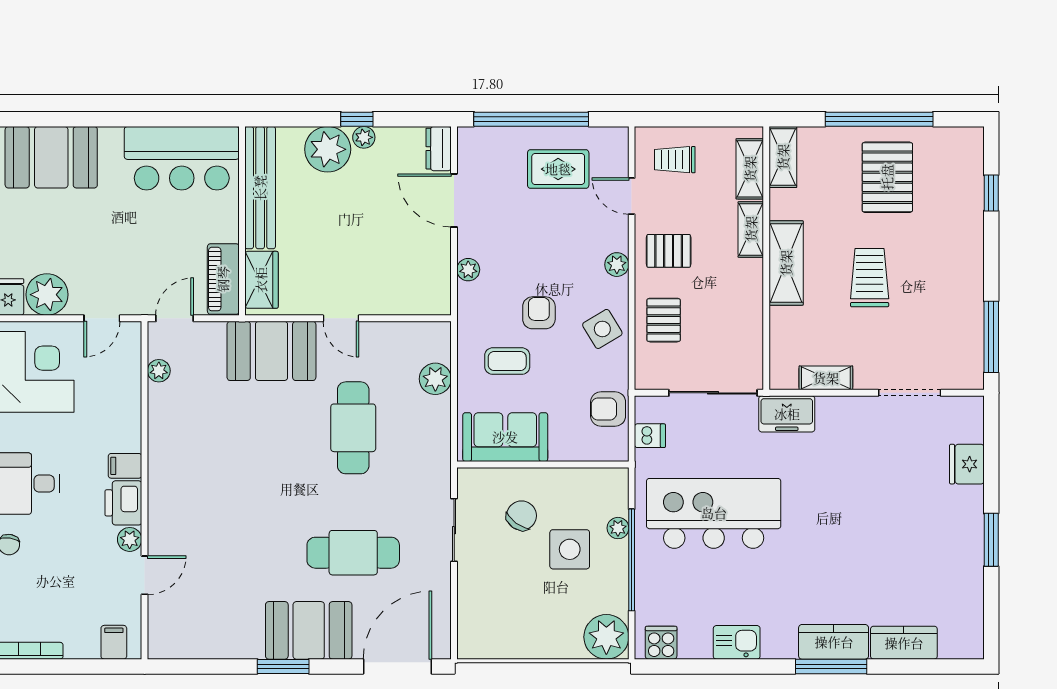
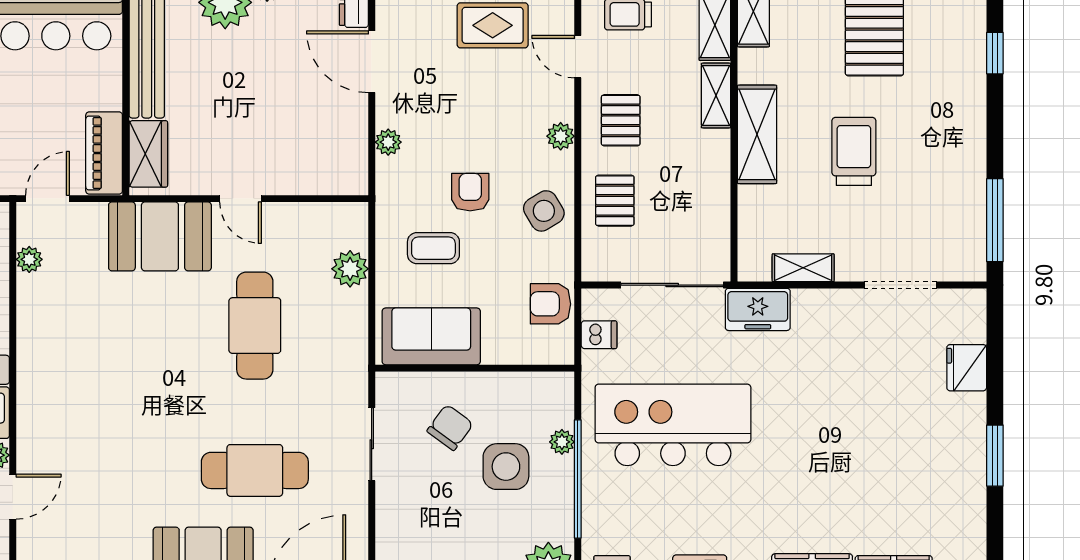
pallet: (669, 251) -> (621, 120), turned 90

